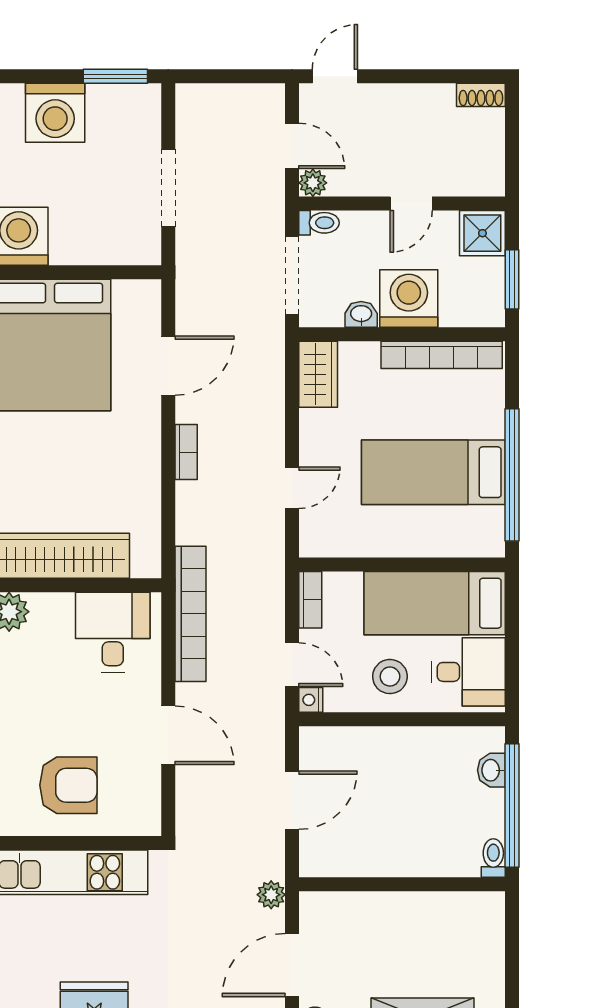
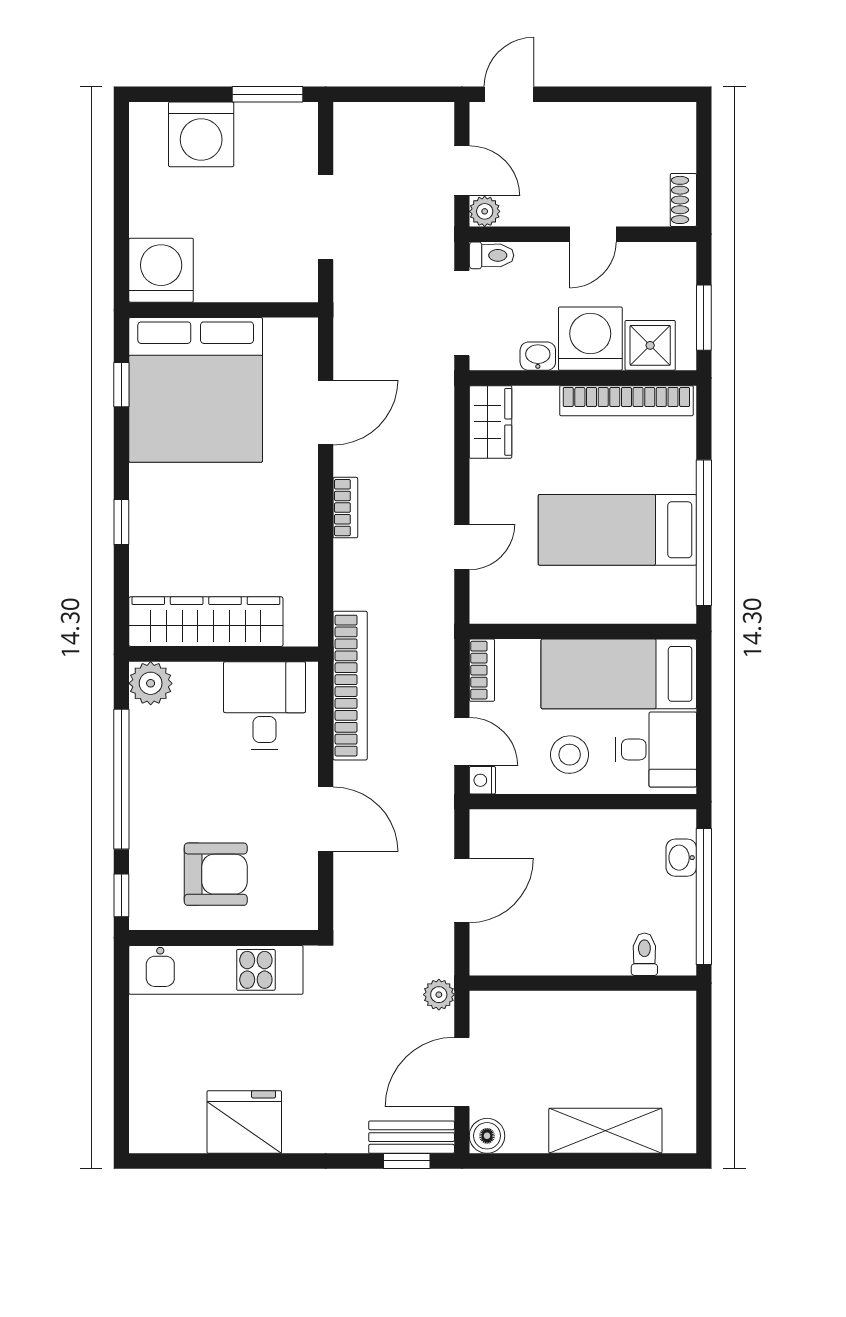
shoe rack: (481, 95) -> (683, 200), moved, turned 90
shower: (482, 233) -> (650, 345), moved
toilet: (493, 858) -> (644, 954), moved

